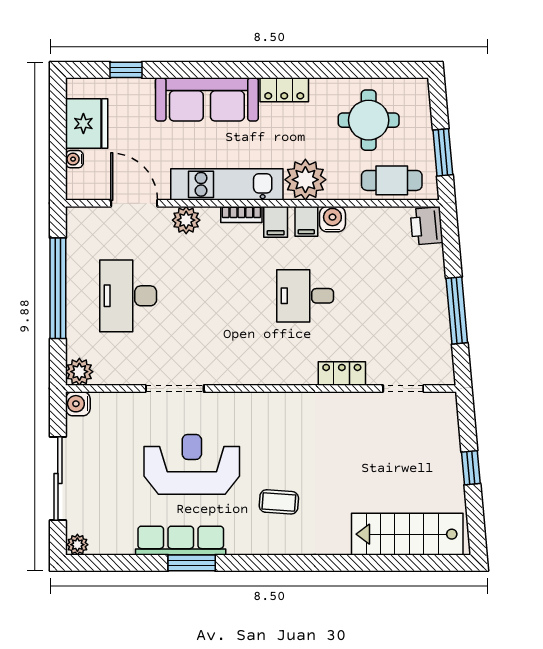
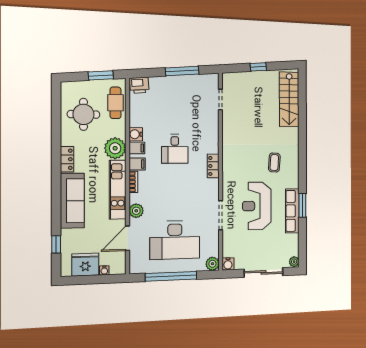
desk: (128, 296) -> (175, 240), width x1.36, depth x1.30
locker: (342, 373) -> (213, 166), moved

